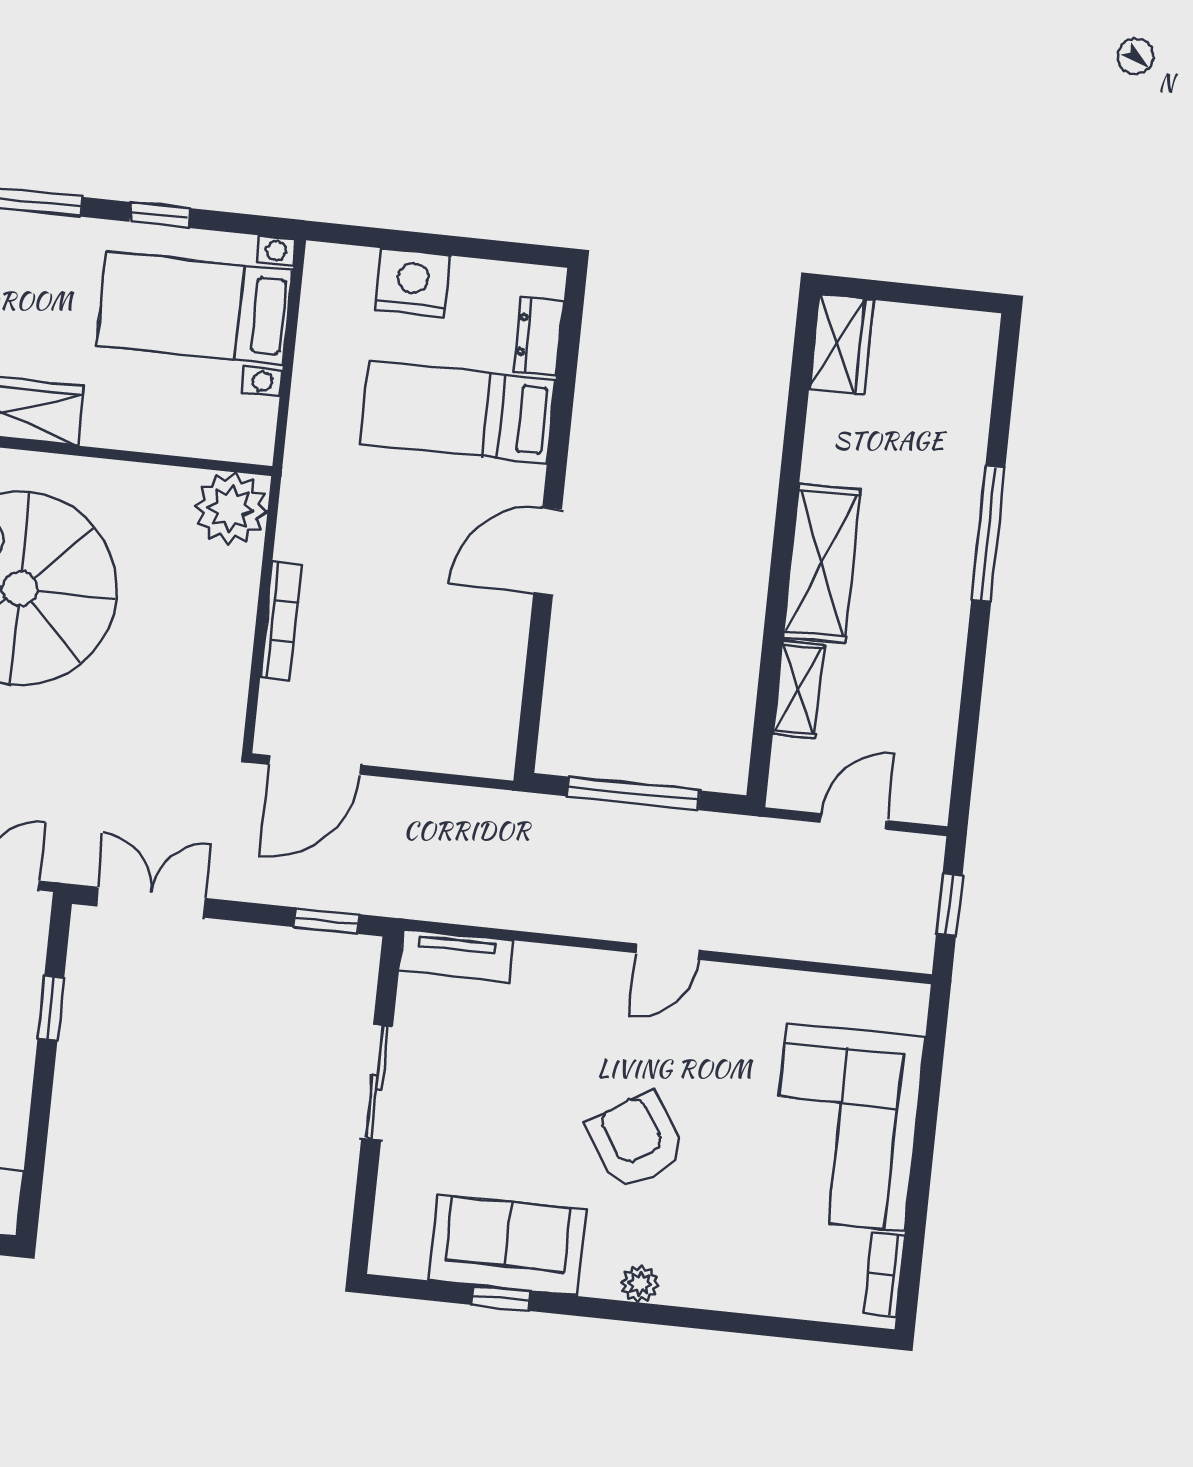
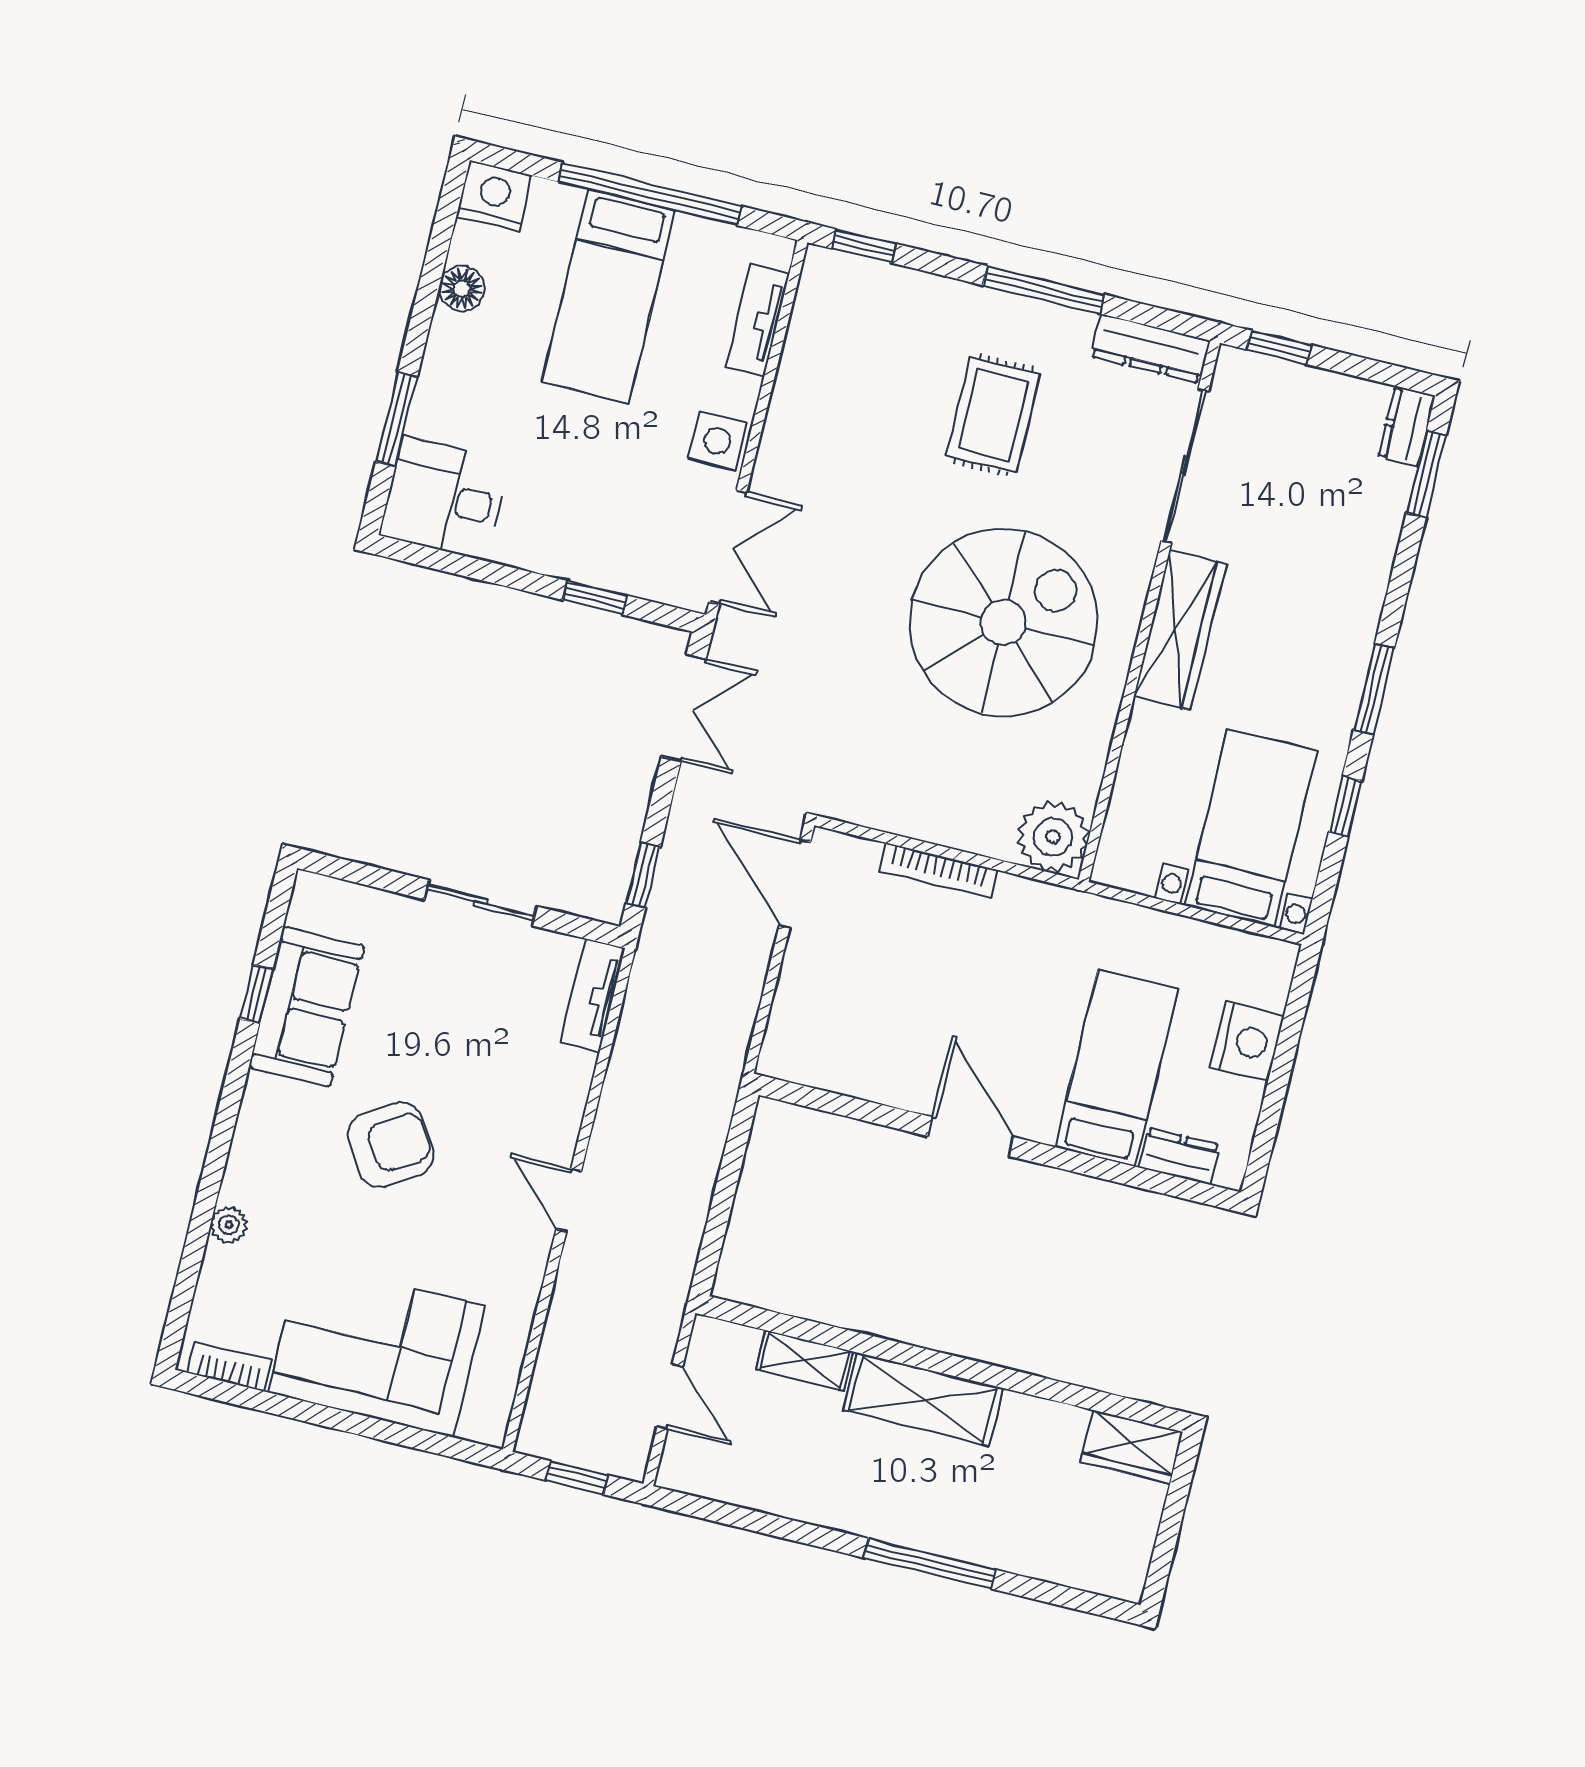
window: (633, 793) -> (726, 1188), removed
plant: (640, 1284) -> (229, 1225), moved

